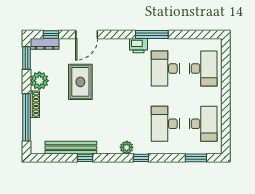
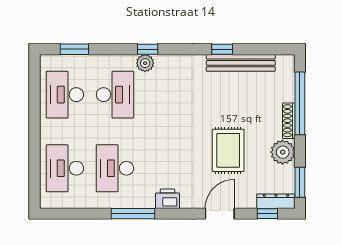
printer: (139, 46) -> (168, 199), moved
desk: (165, 69) -> (115, 168), turned 180
plant: (127, 147) -> (145, 63), moved

